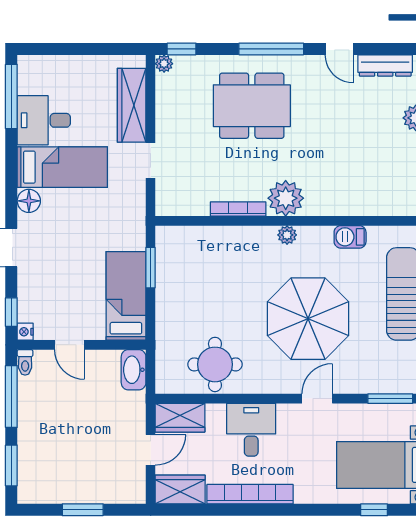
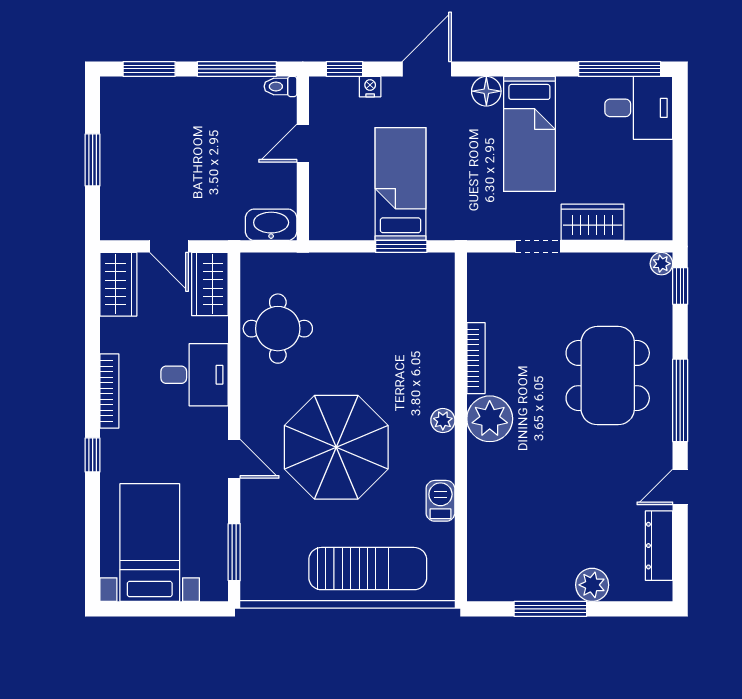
wardrobe: (132, 105) -> (593, 222), width x0.67
desk: (44, 120) -> (639, 108), moved, turned 90
bed: (126, 296) -> (400, 184), moved, turned -90
nightstand: (25, 332) -> (370, 87), moved
bookcase: (250, 494) -> (109, 391), width x0.68, depth x0.76
window: (374, 510) -> (93, 455), moved

